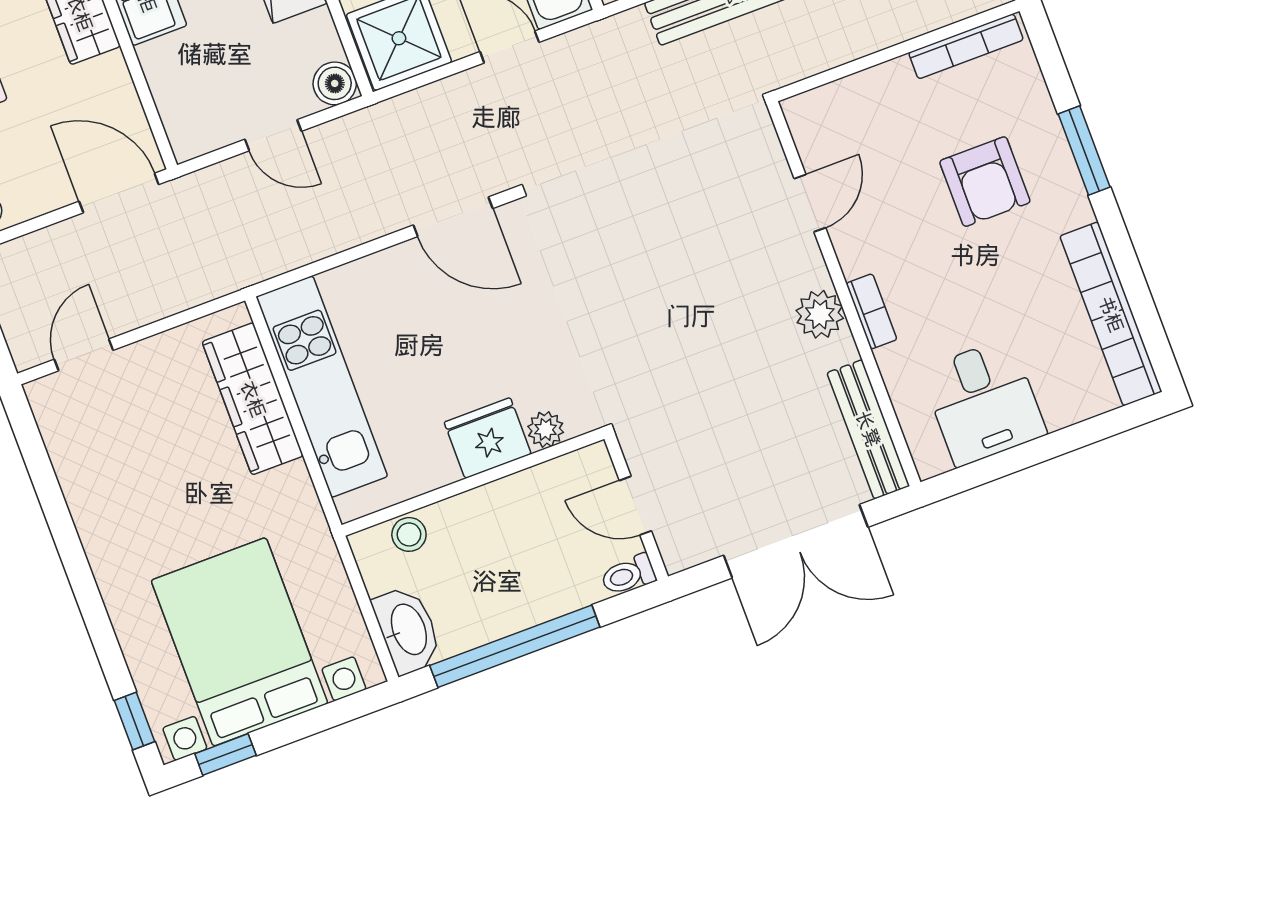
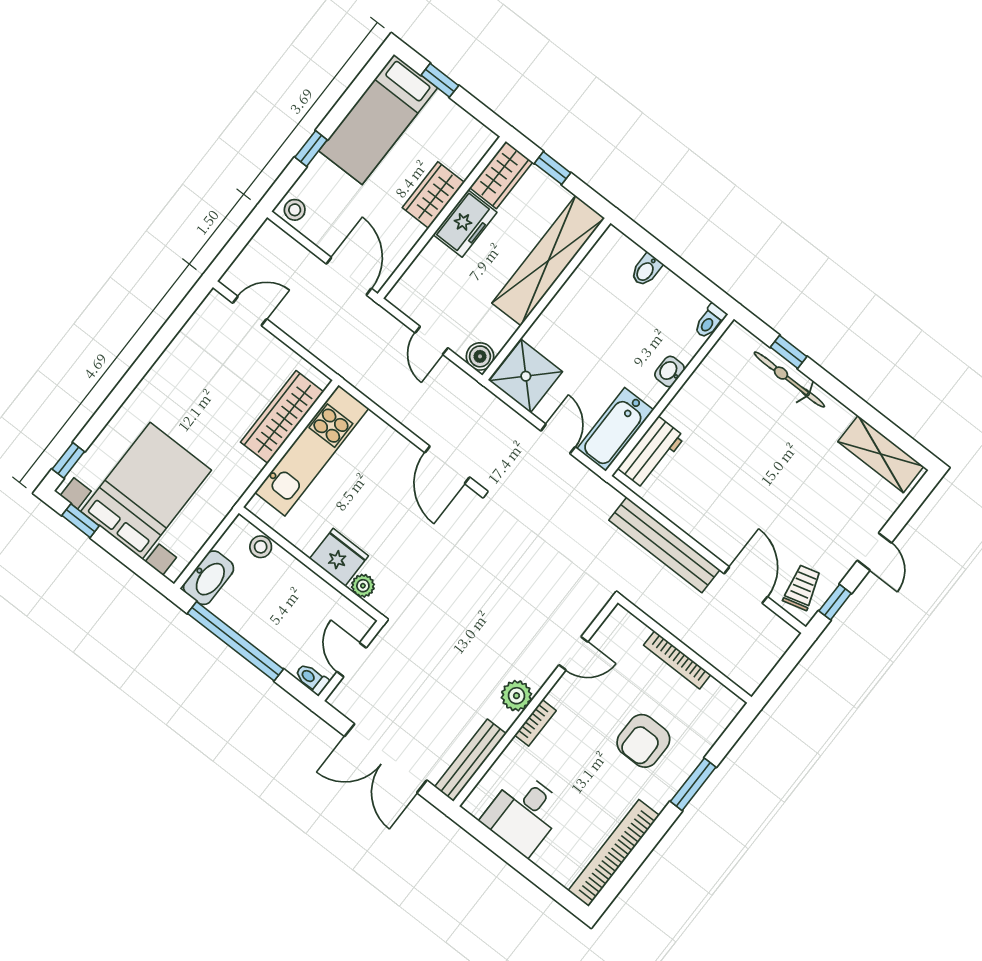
bookcase: (966, 46) -> (677, 660), moved

